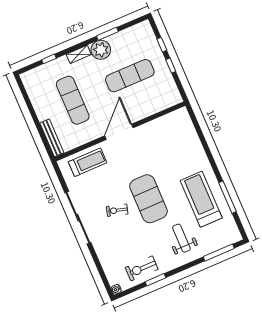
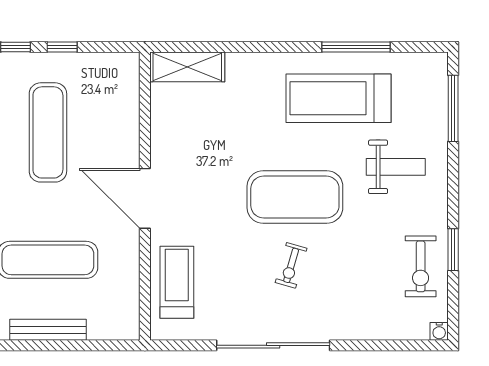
shelving: (186, 125) -> (187, 67), added
bench: (52, 138) -> (48, 330), moved
weight bench: (181, 238) -> (396, 167), turned 180

